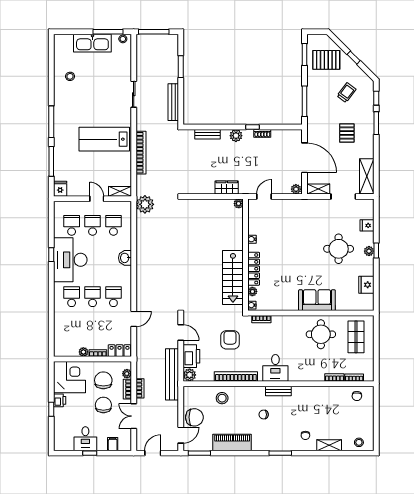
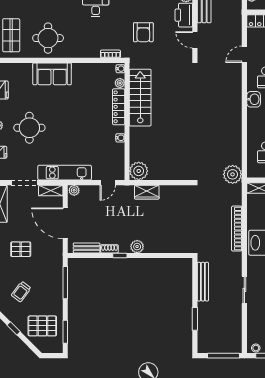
pallet: (347, 133) -> (21, 249), turned 90
bench: (208, 134) -> (87, 248), moved
plant: (239, 204) -> (139, 171), width x1.87, depth x1.87
kitchen unit: (305, 206) -> (65, 173), added
washbasin: (125, 258) -> (254, 99), moved

